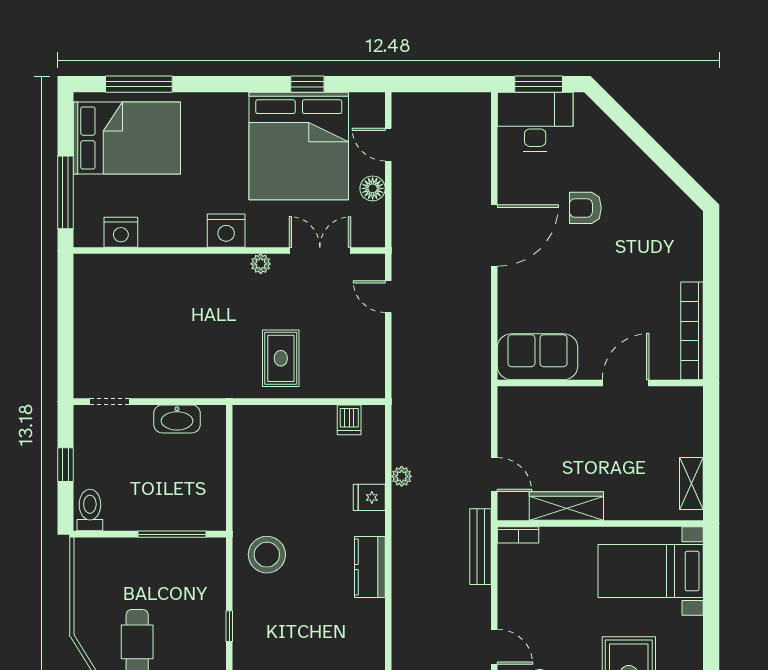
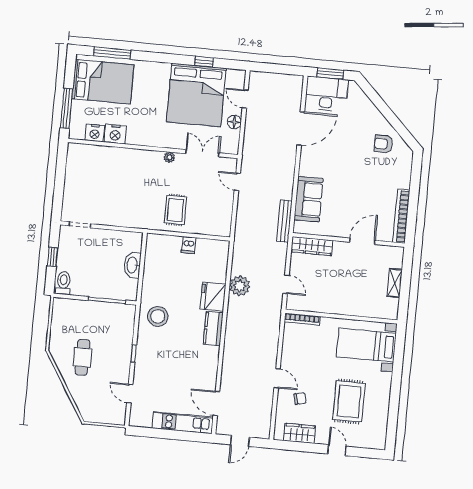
armchair: (585, 208) -> (383, 144), moved
nightstand: (226, 231) -> (115, 134), moved
door: (494, 236) -> (301, 128), moved
sofa: (537, 357) -> (309, 199), moved, turned 90
washbasin: (177, 419) -> (132, 265), moved, turned 90
dishwasher: (349, 420) -> (189, 245), moved
plant: (402, 476) -> (240, 286), width x1.88, depth x1.88
shelving: (691, 484) -> (395, 283), moved
fridge: (369, 497) -> (213, 297), width x1.88, depth x1.34
wardrobe: (566, 506) -> (312, 246), moved, turned 180
bookcase: (518, 535) -> (302, 319), width x1.56
bench: (480, 547) -> (284, 221), moved

